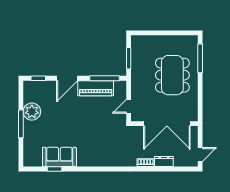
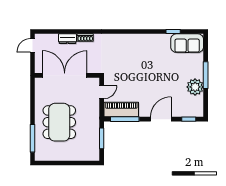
piano: (96, 88) -> (121, 110), moved
sofa: (59, 157) -> (187, 43), moved

